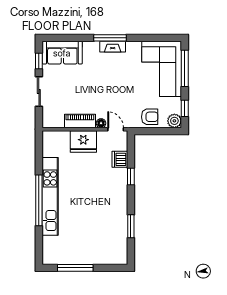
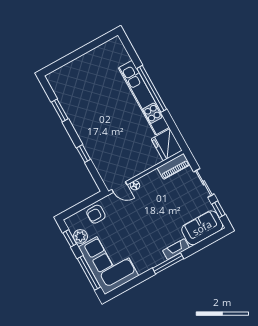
fireplace: (113, 47) -> (176, 249), moved
piano: (80, 121) -> (174, 166), moved
plant: (174, 121) -> (80, 236), moved
fridge: (83, 141) -> (167, 145), moved, turned -90
dishwasher: (120, 159) -> (101, 163), removed
window: (75, 268) -> (88, 48), removed

